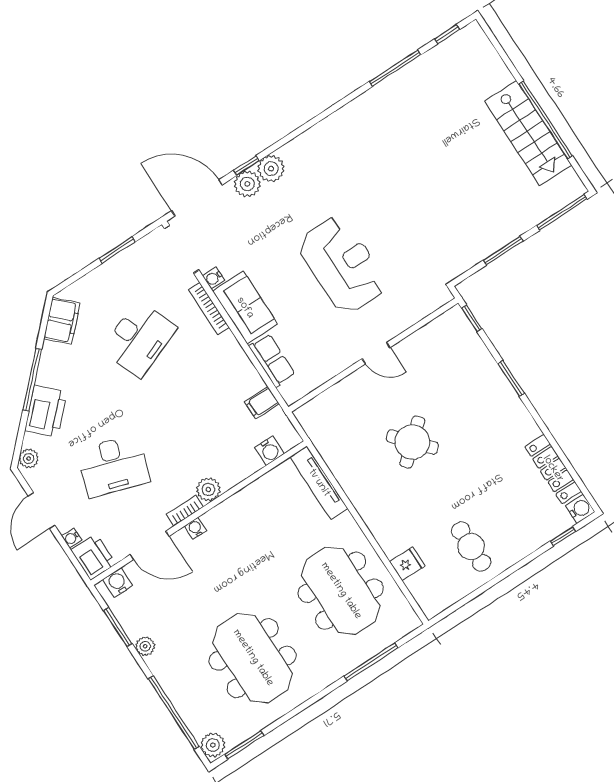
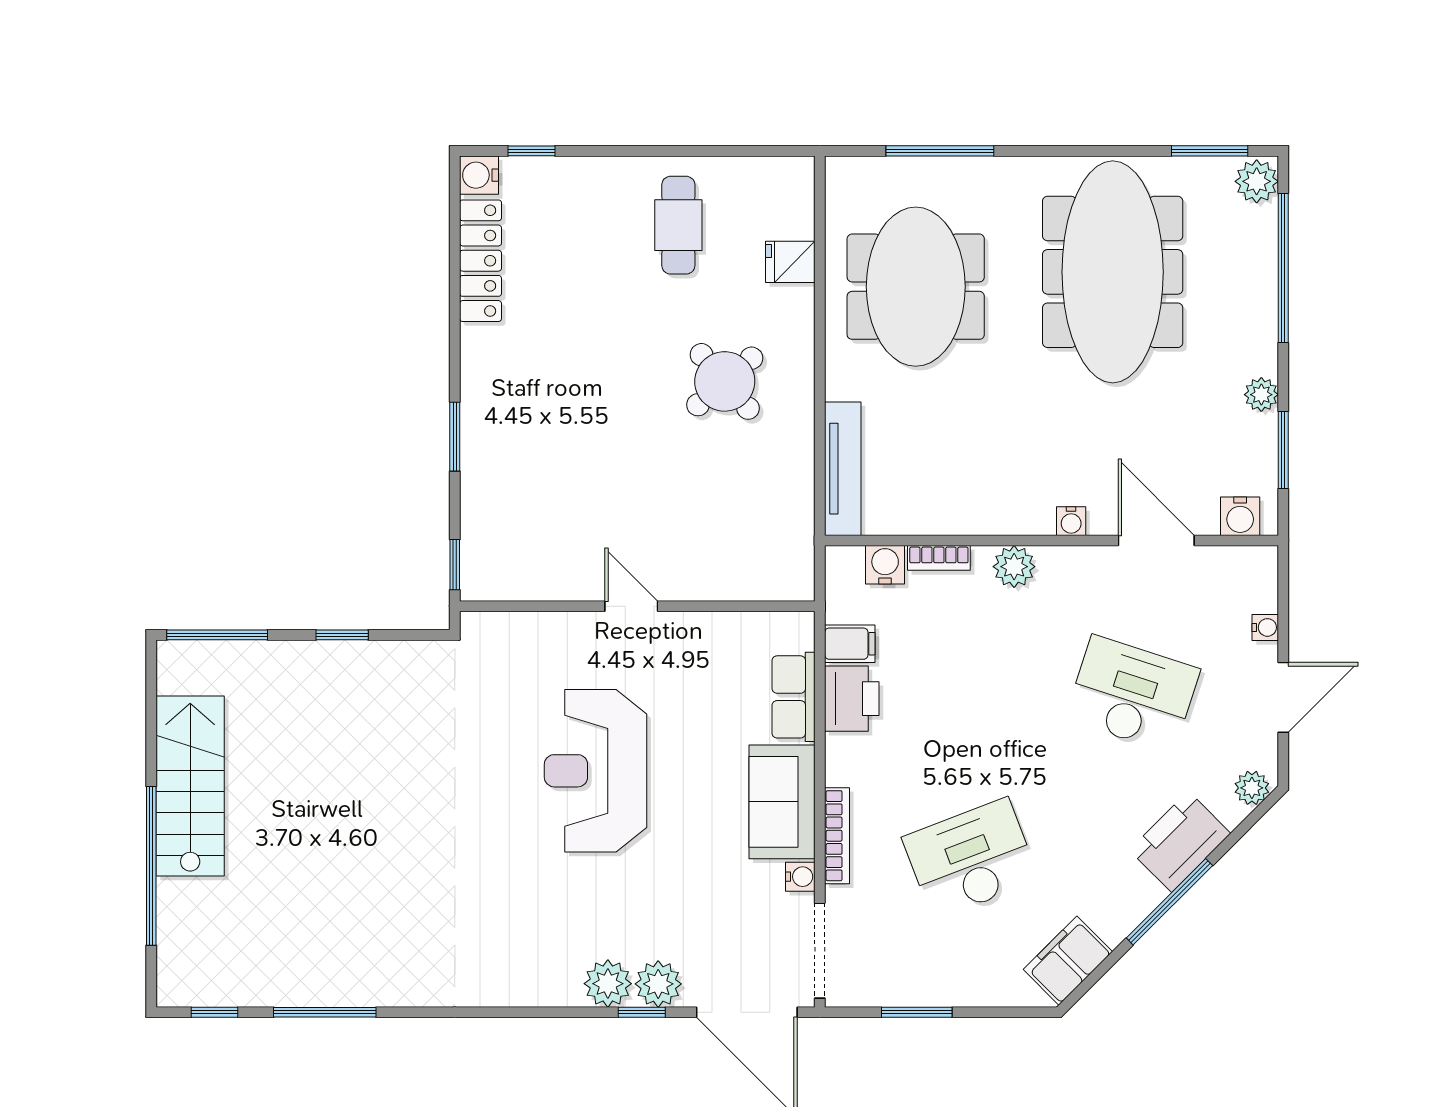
window: (546, 120) -> (151, 866), moved
window: (503, 251) -> (342, 635), width x0.67
round table: (412, 442) -> (725, 381), moved
bookcase: (185, 511) -> (939, 558), moved
printer: (93, 557) -> (852, 699), moved, turned 180
meeting table: (253, 658) -> (1113, 272), width x1.36

